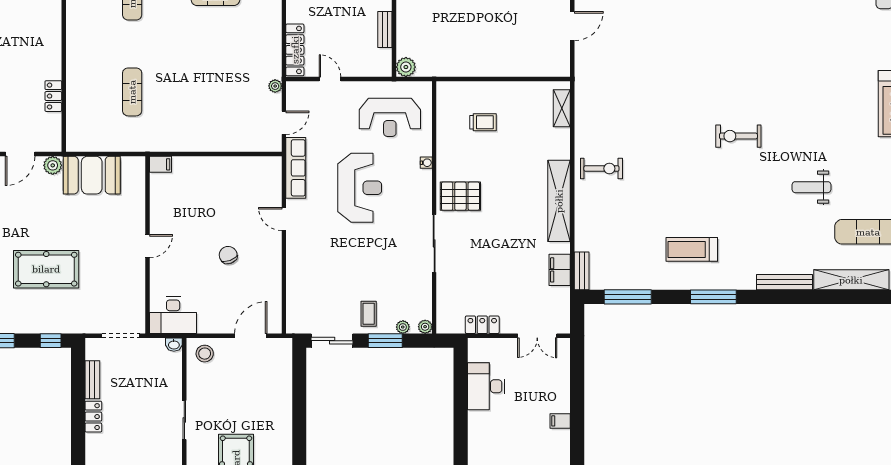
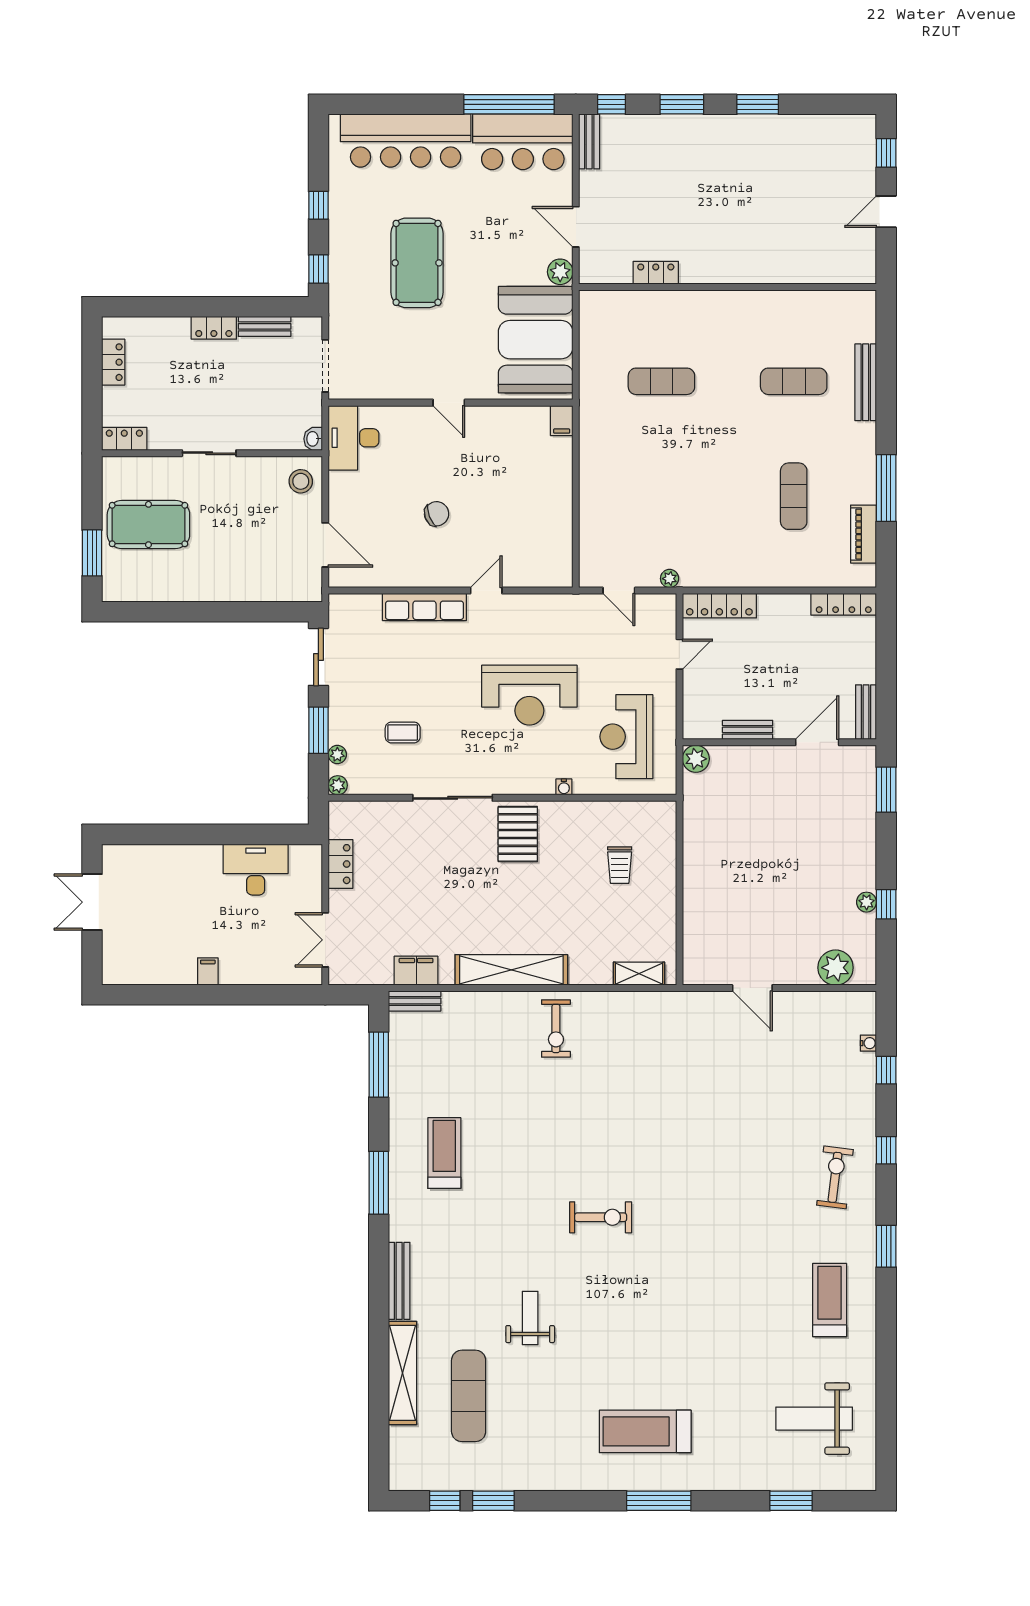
exercise bike: (738, 136) -> (601, 1217), turned 90
row of seats: (296, 168) -> (424, 607), moved
booth: (92, 175) -> (536, 340), width x1.36, depth x1.42
coffee table: (369, 314) -> (403, 732), moved

